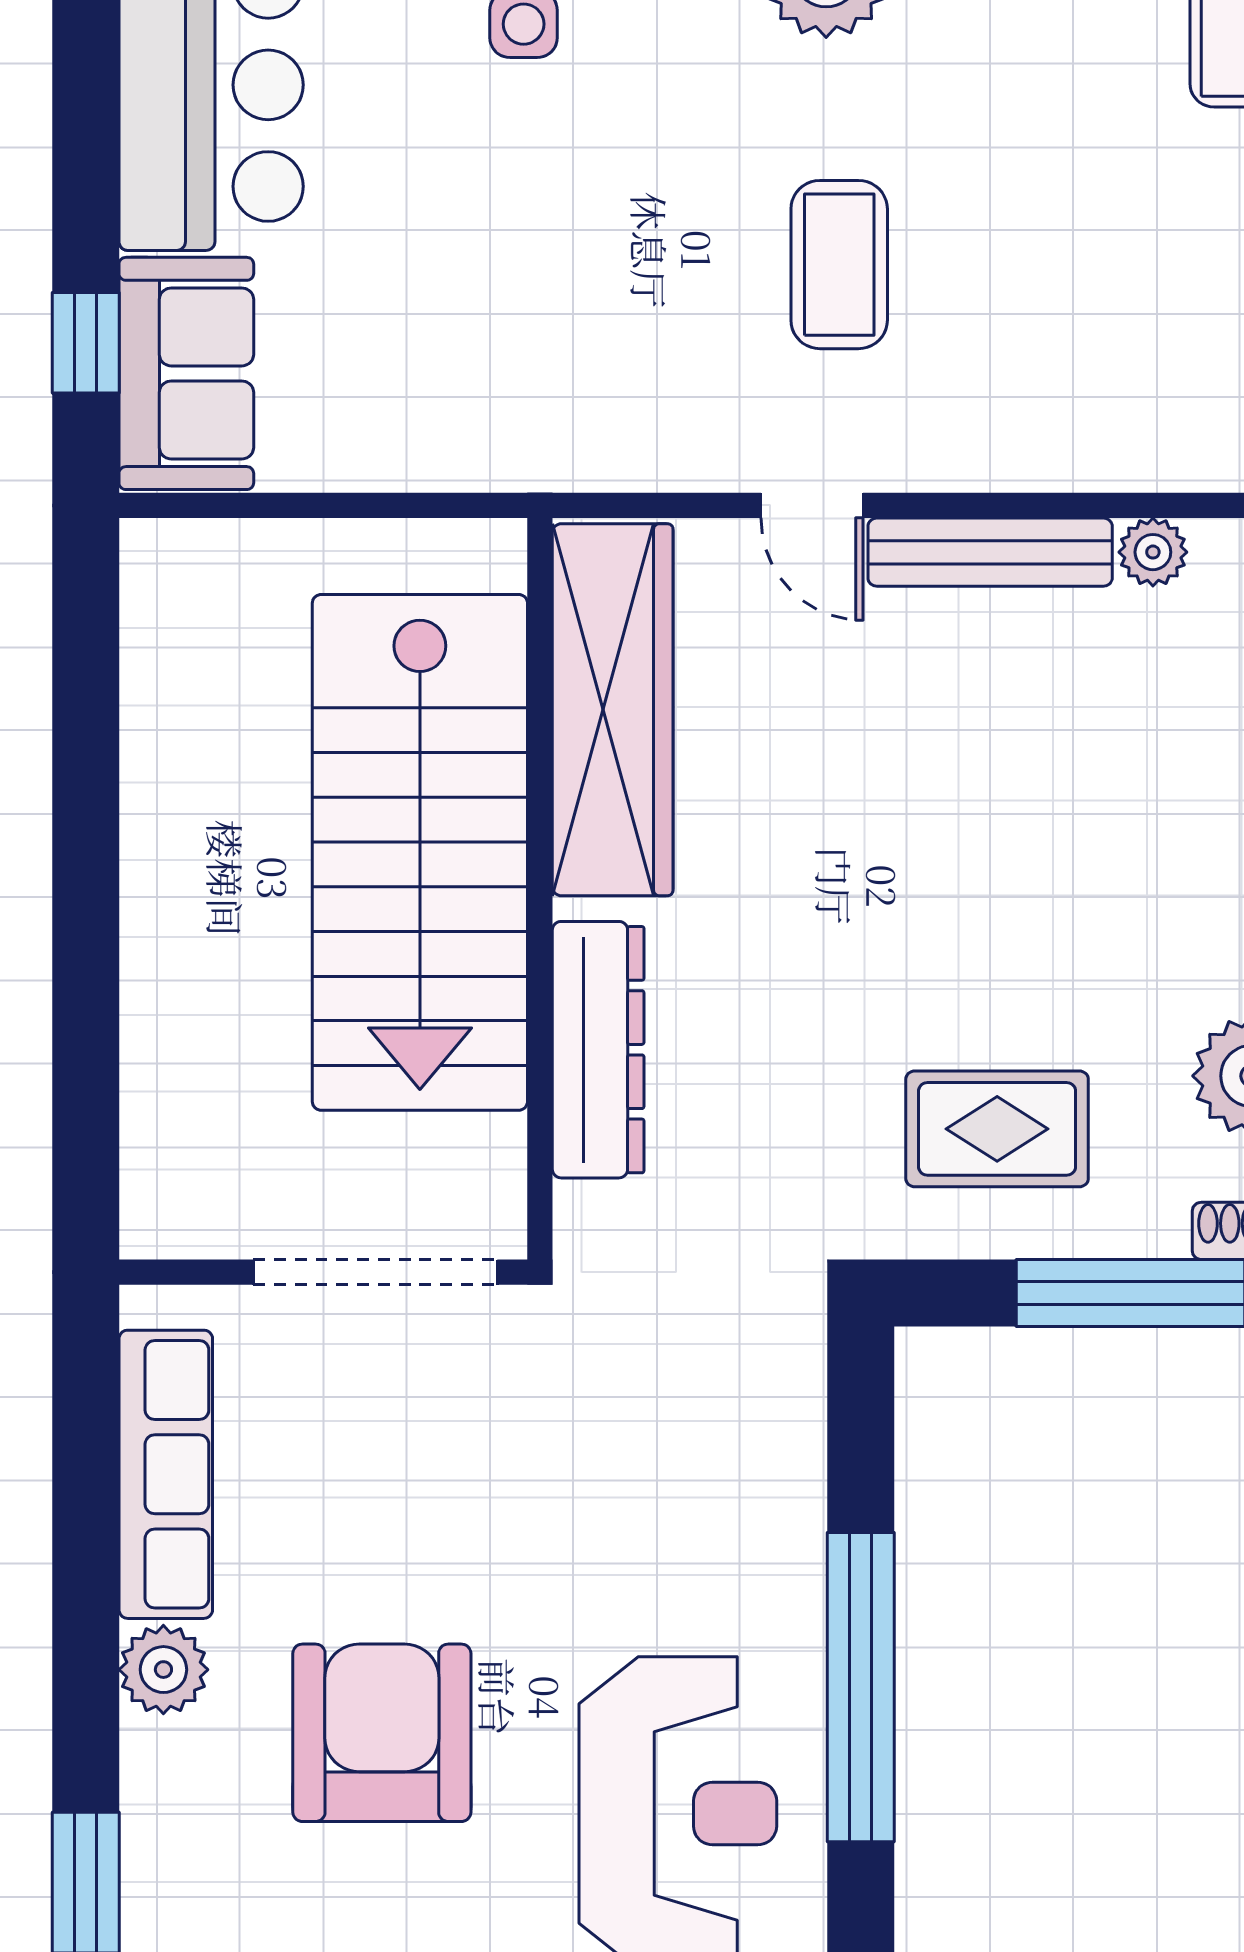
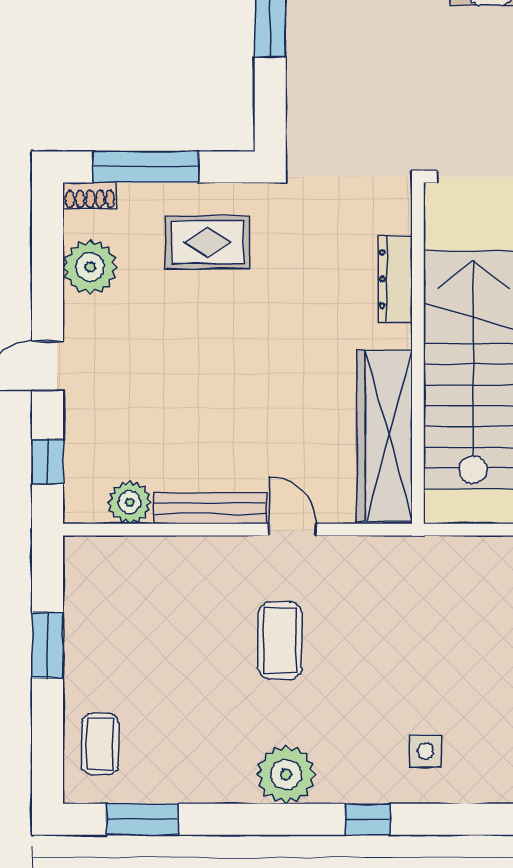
plant: (1153, 552) -> (130, 502), width x1.38, depth x1.38
dresser: (598, 1050) -> (395, 279), width x0.73, depth x0.80

